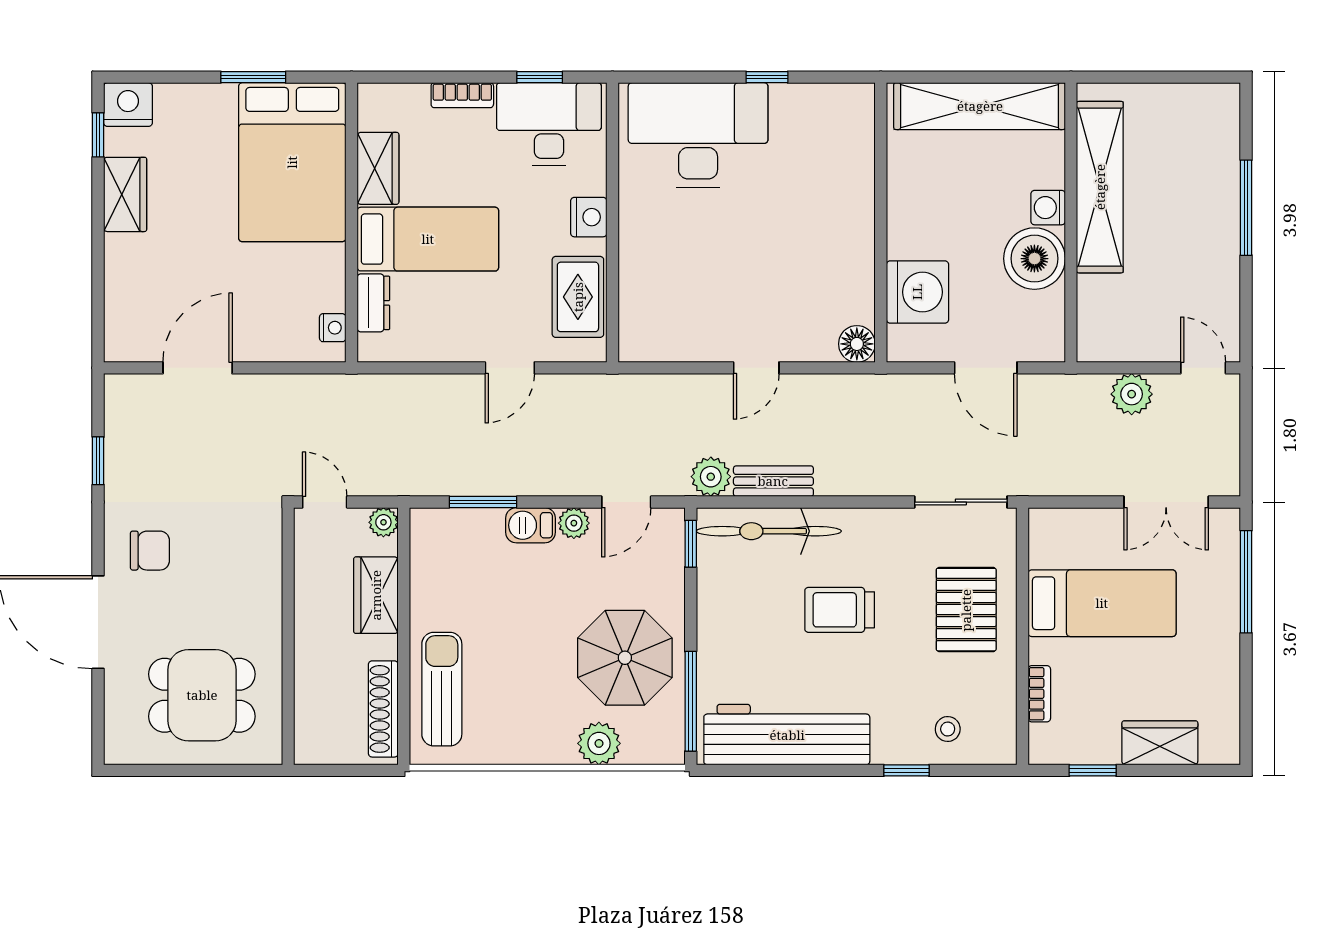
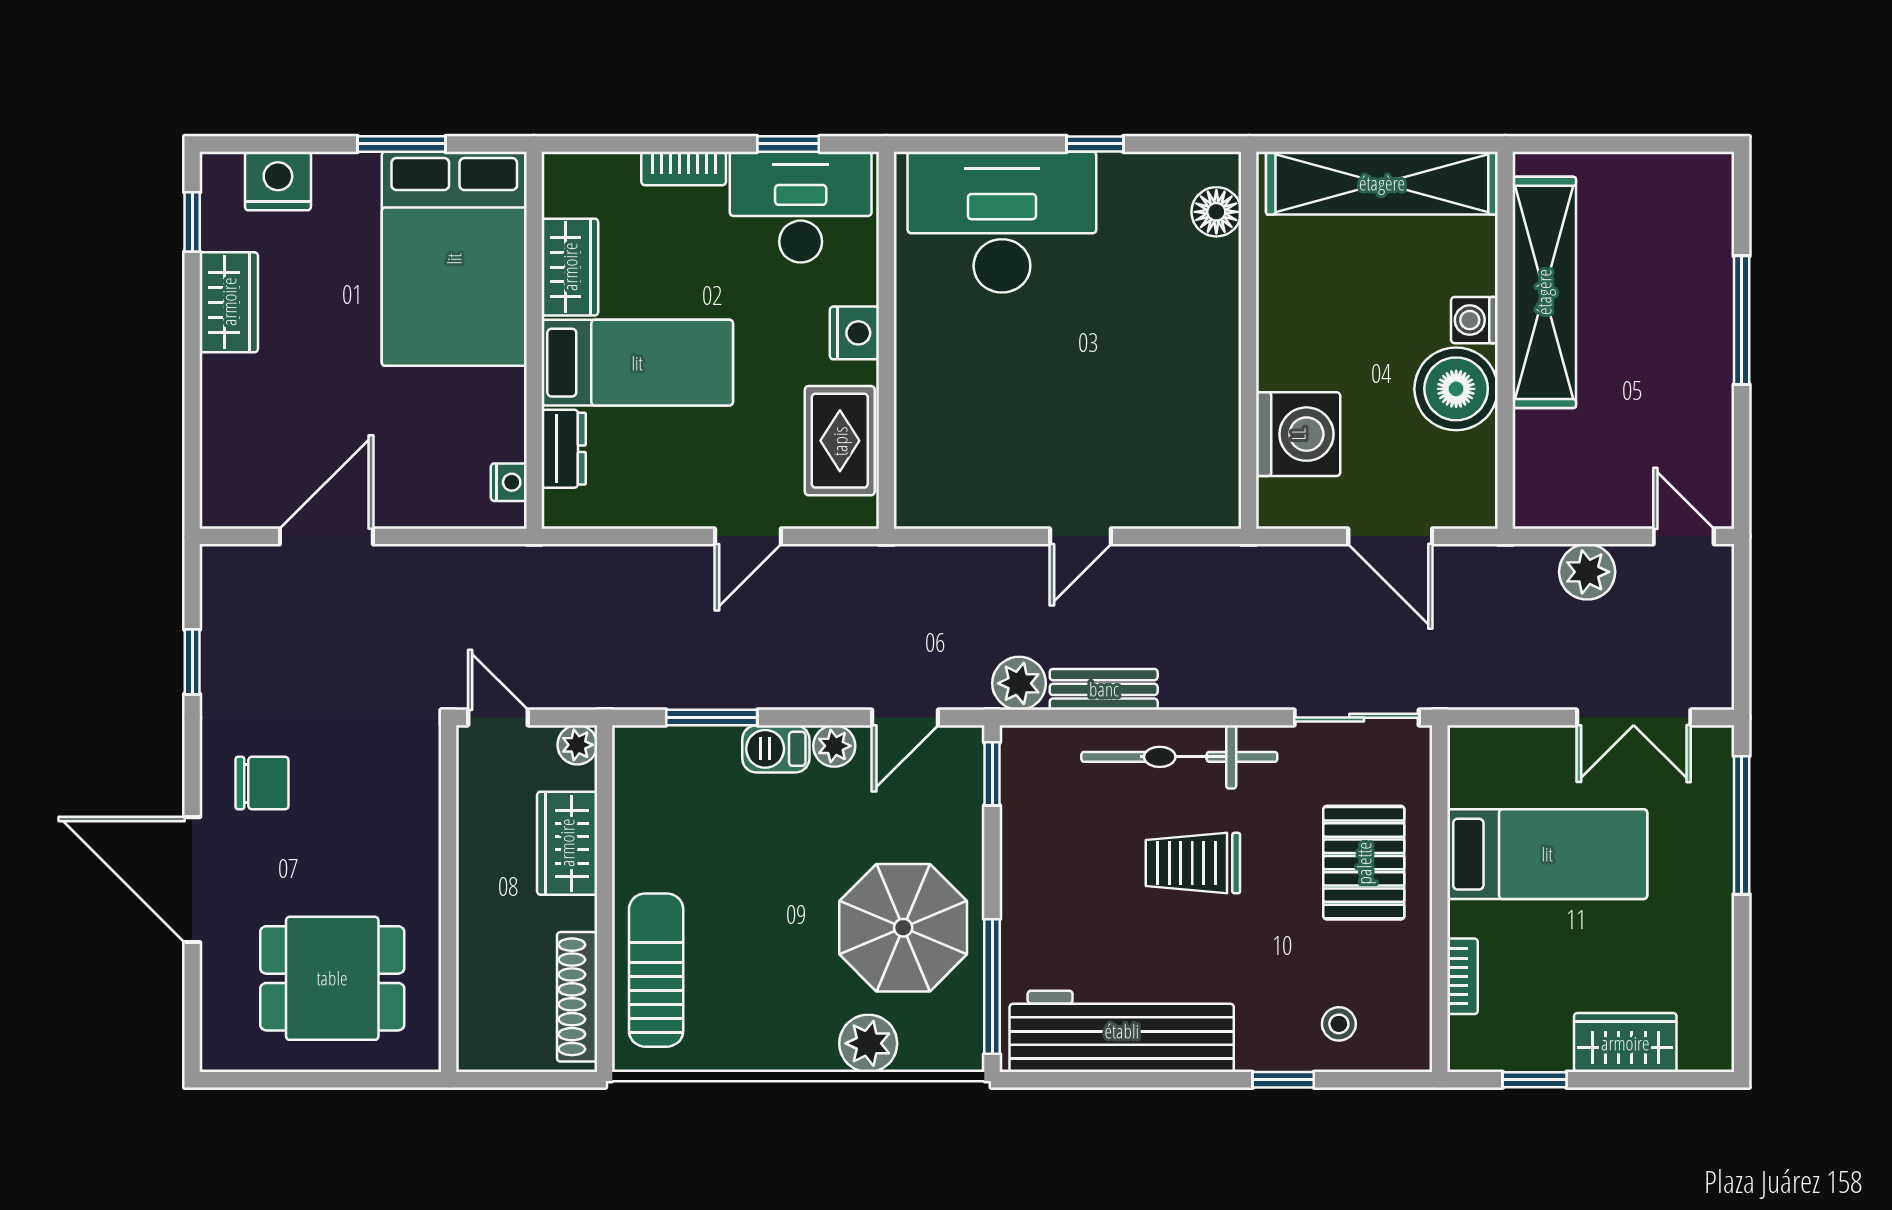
nightstand: (128, 105) -> (278, 181), moved
floor lamp: (857, 344) -> (1216, 212), moved
bicycle: (769, 531) -> (1179, 757), moved

